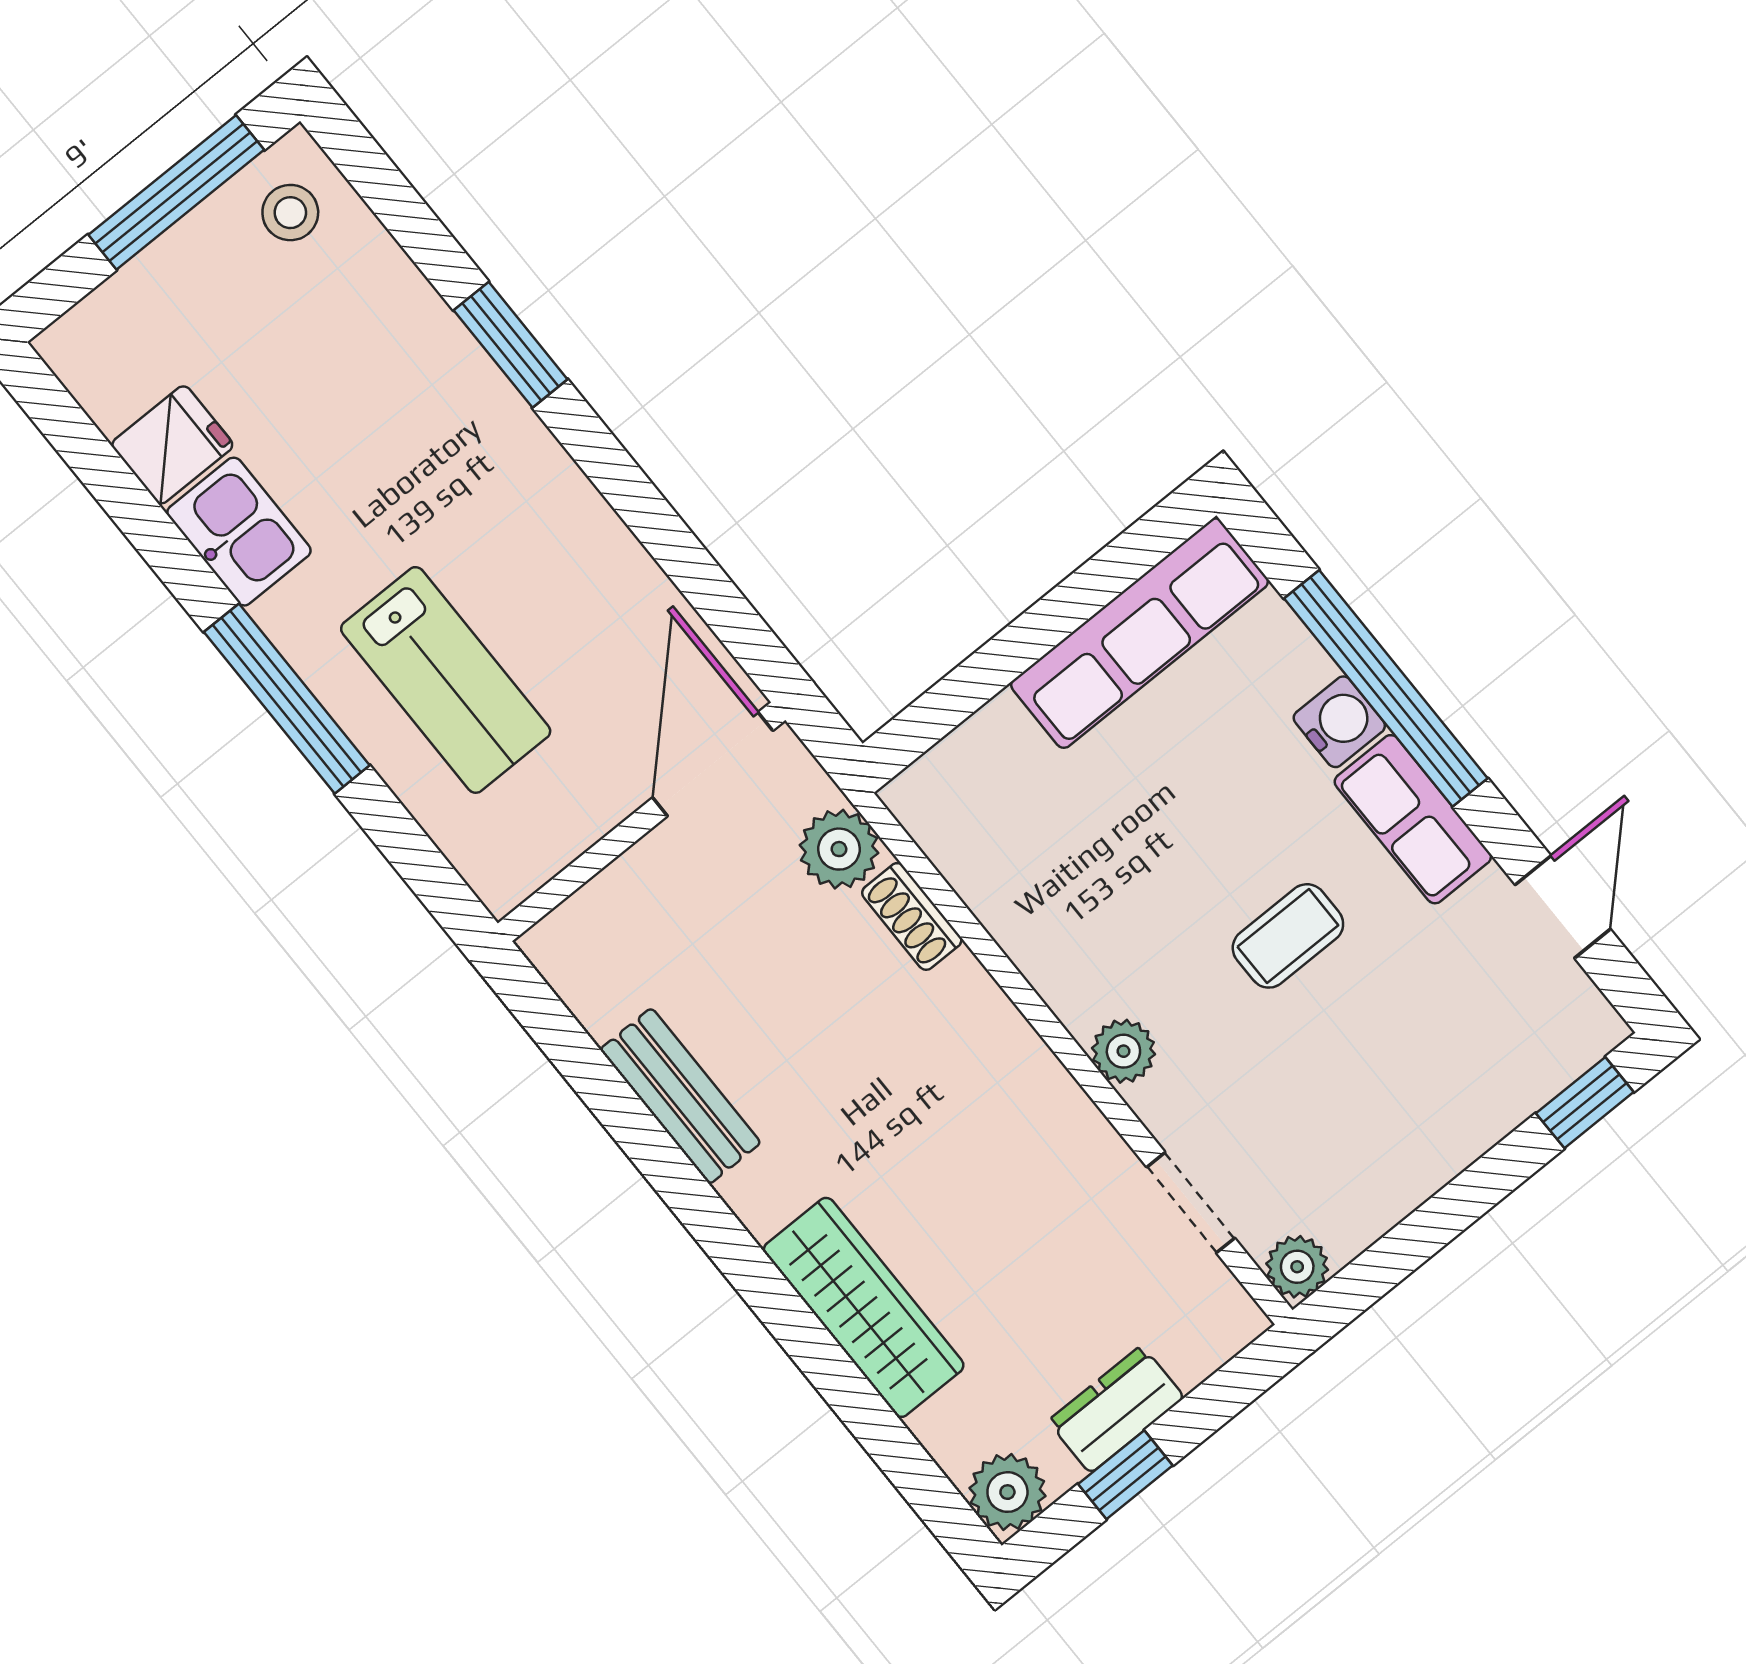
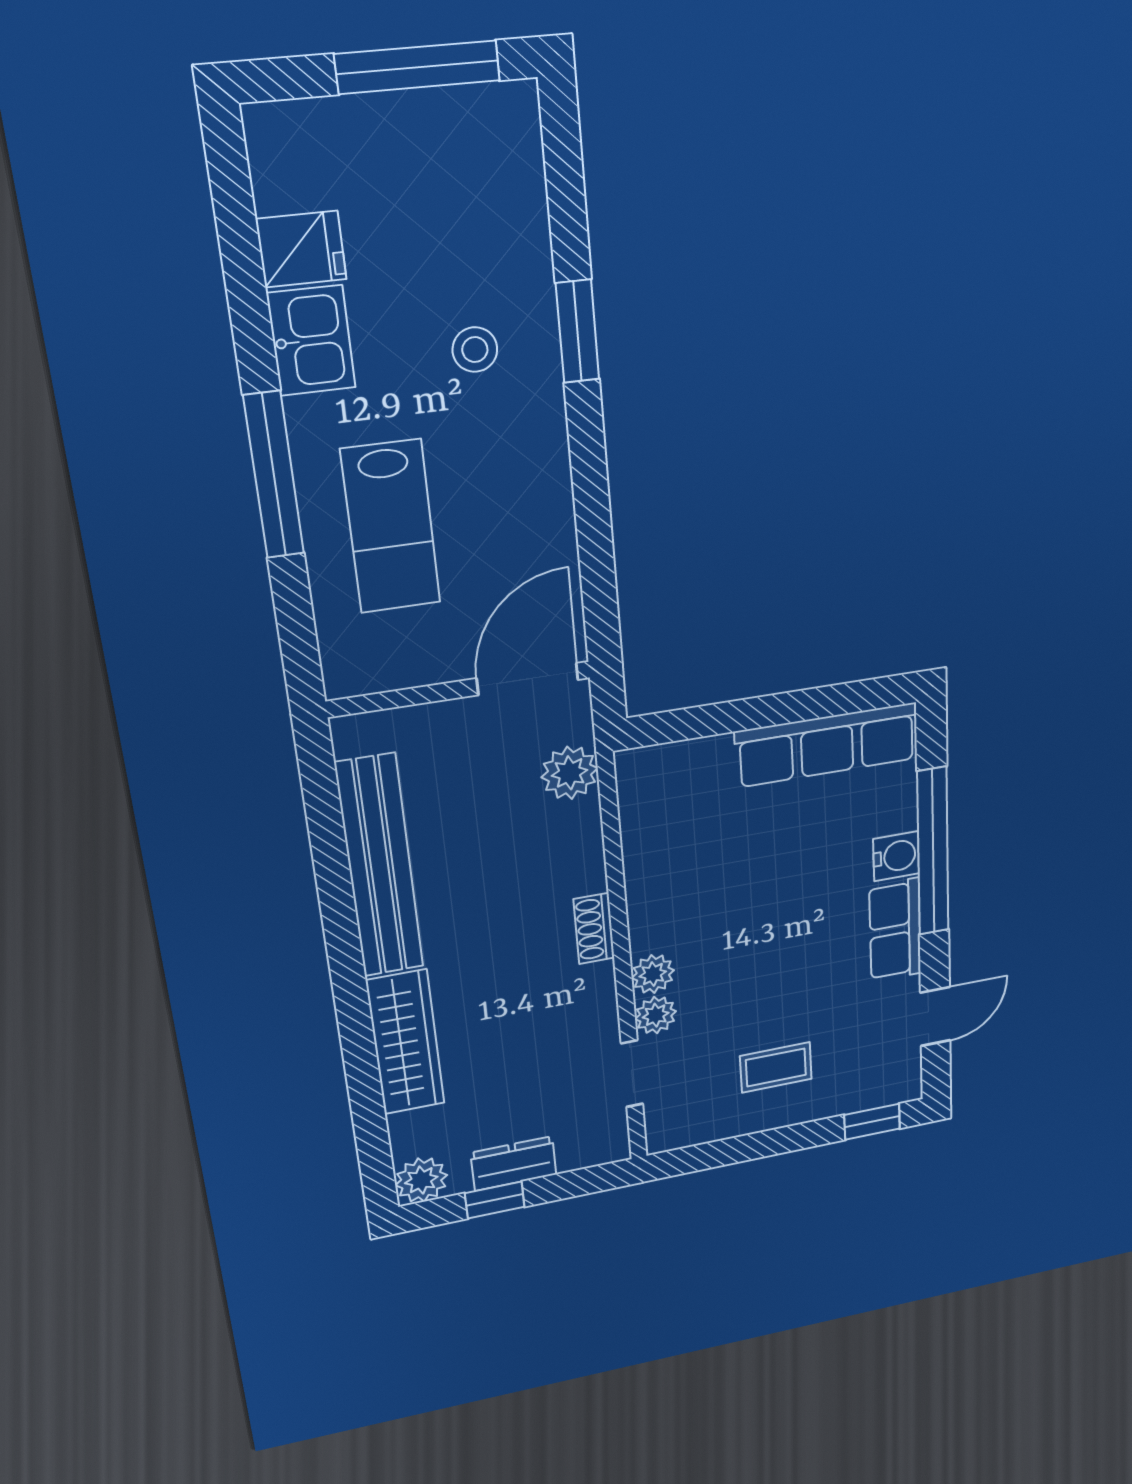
stool: (290, 213) -> (475, 350), moved
shoe rack: (912, 916) -> (594, 929), moved
coffee table: (1288, 936) -> (776, 1067), moved
bench: (680, 1096) -> (380, 866), width x1.86, depth x1.21
plant: (1297, 1267) -> (656, 1015), moved

